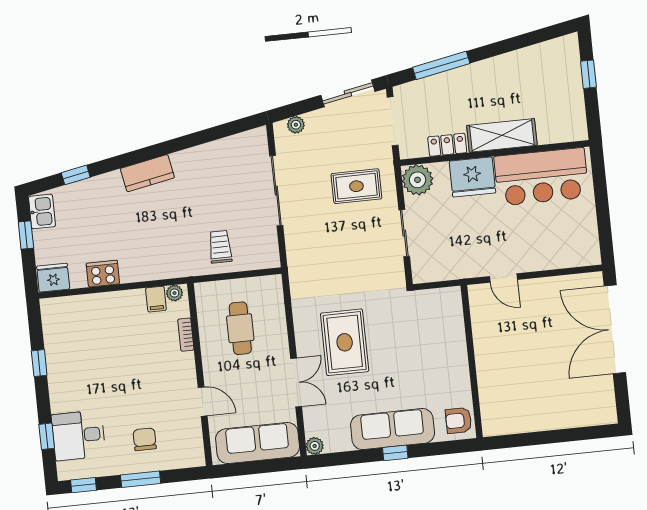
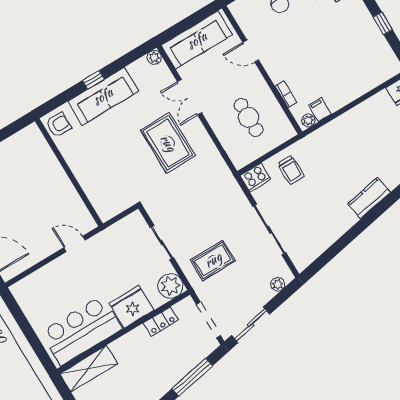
shelving: (502, 135) -> (89, 369), moved
cooker: (103, 274) -> (255, 177), moved

